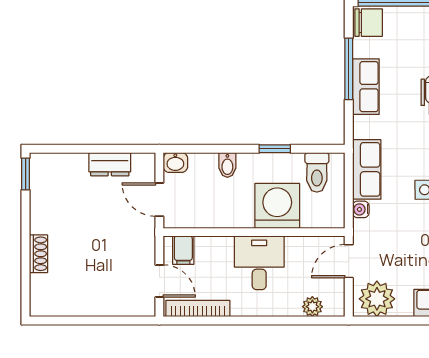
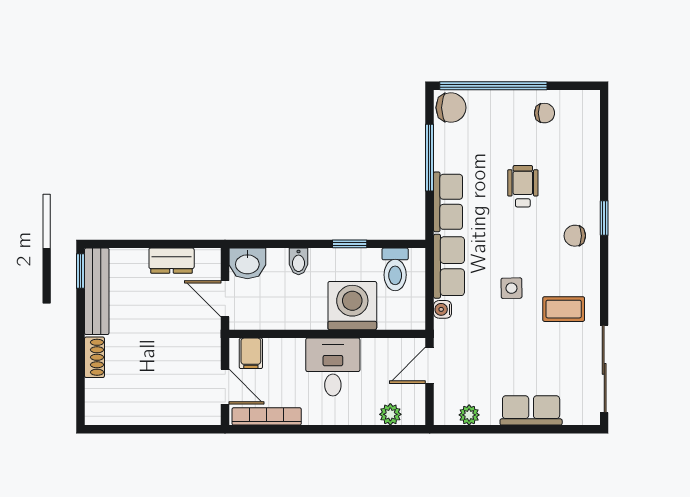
row of seats: (366, 87) -> (448, 202), moved
washbasin: (175, 162) -> (247, 263), width x1.38, depth x1.45
bench: (41, 193) -> (97, 291), added
plant: (377, 299) -> (469, 415), width x0.53, depth x0.53

